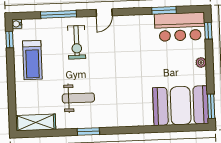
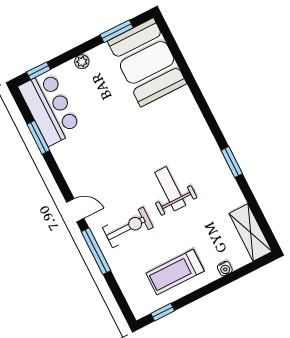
window: (58, 14) -> (96, 251), moved
water cooler: (17, 24) -> (225, 268), moved
treadmill: (32, 60) -> (175, 272), turned 180
weight bench: (78, 98) -> (170, 189), moved
window: (211, 106) -> (117, 31), moved

